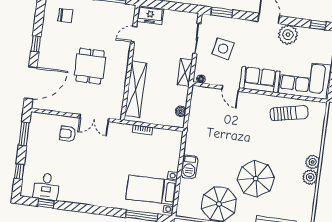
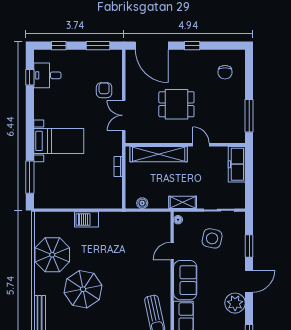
window: (222, 12) -> (249, 246), moved
freezer: (150, 15) -> (237, 164), width x1.40
door: (134, 34) -> (201, 145), moved
bed with nightstands: (151, 190) -> (59, 141), moved, turned 90

